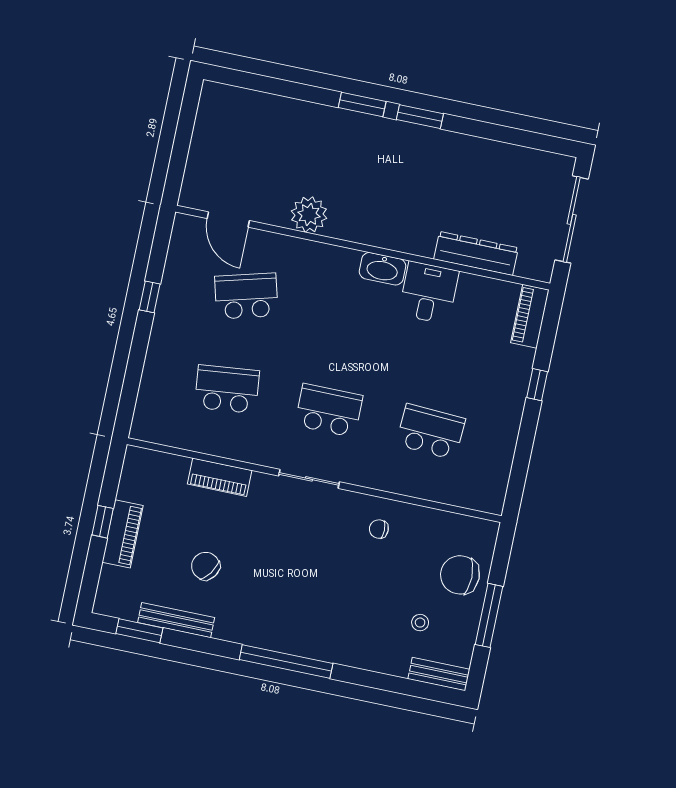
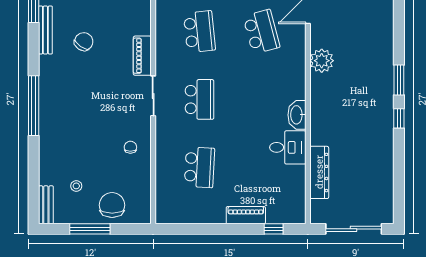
window: (420, 117) -> (399, 118), width x0.67
piano: (530, 316) -> (246, 215), moved
window: (537, 385) -> (274, 229), moved
piano: (220, 477) -> (142, 56), moved

